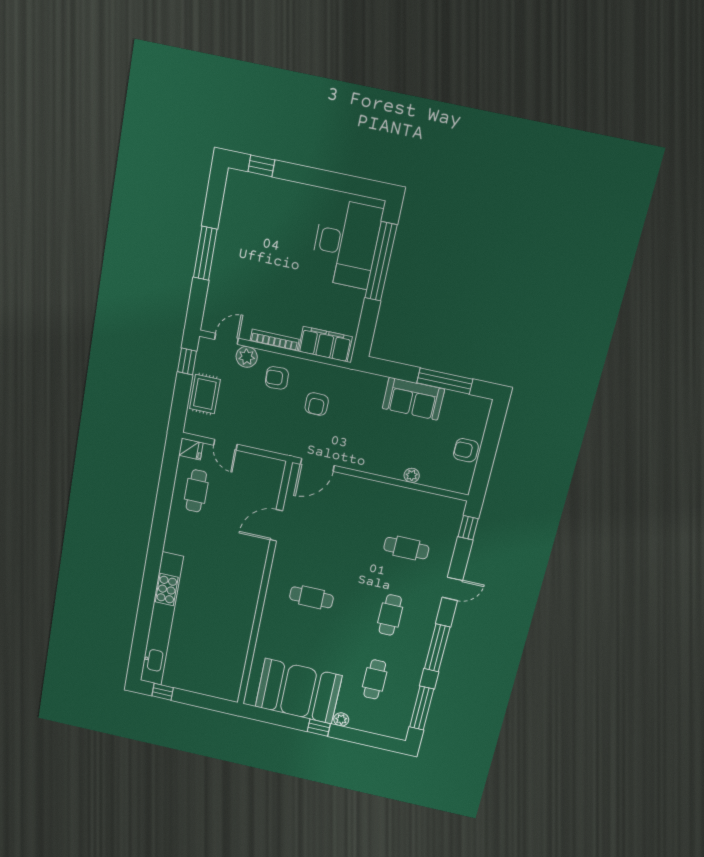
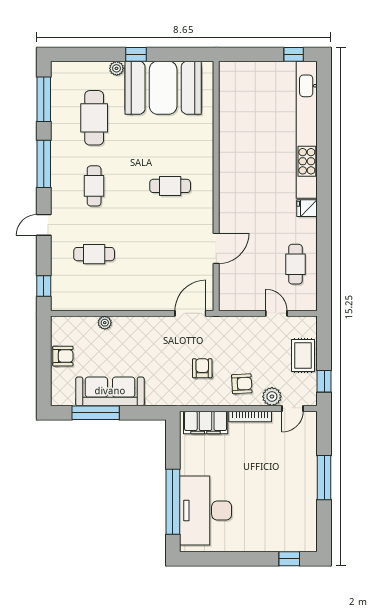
sofa: (413, 399) -> (110, 391), width x1.36
fridge: (191, 449) -> (307, 208), moved
cafe table: (375, 679) -> (94, 118), width x1.37, depth x1.35

